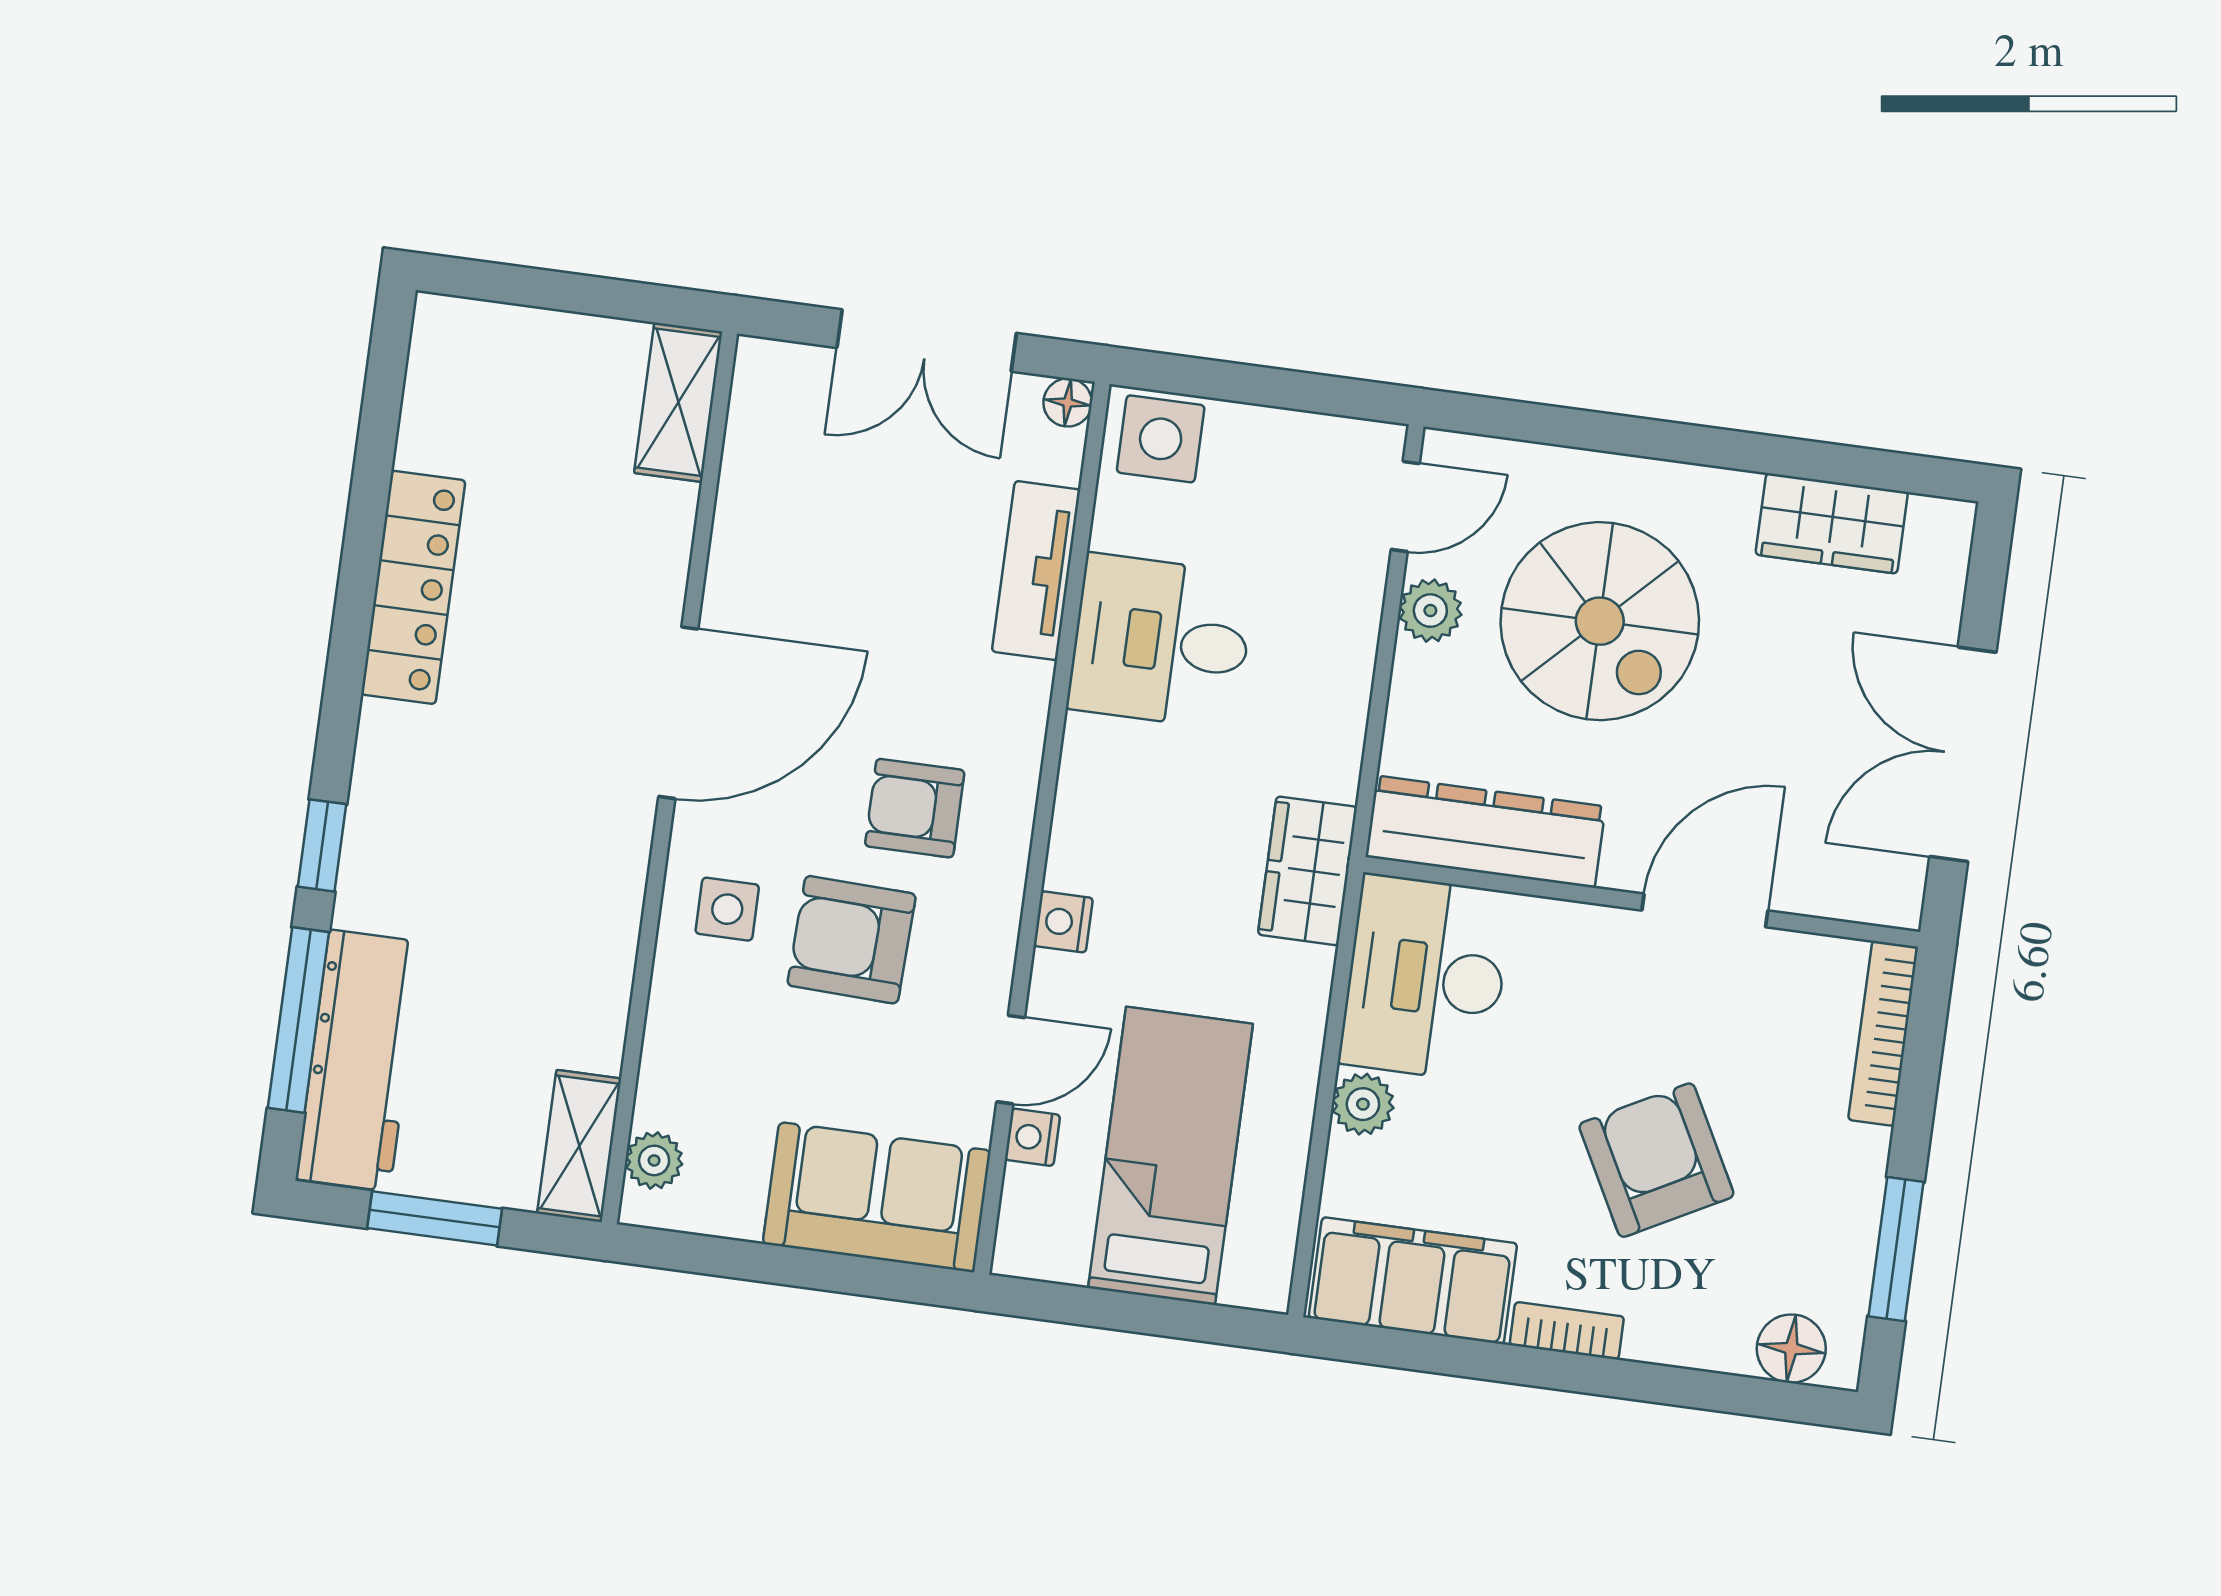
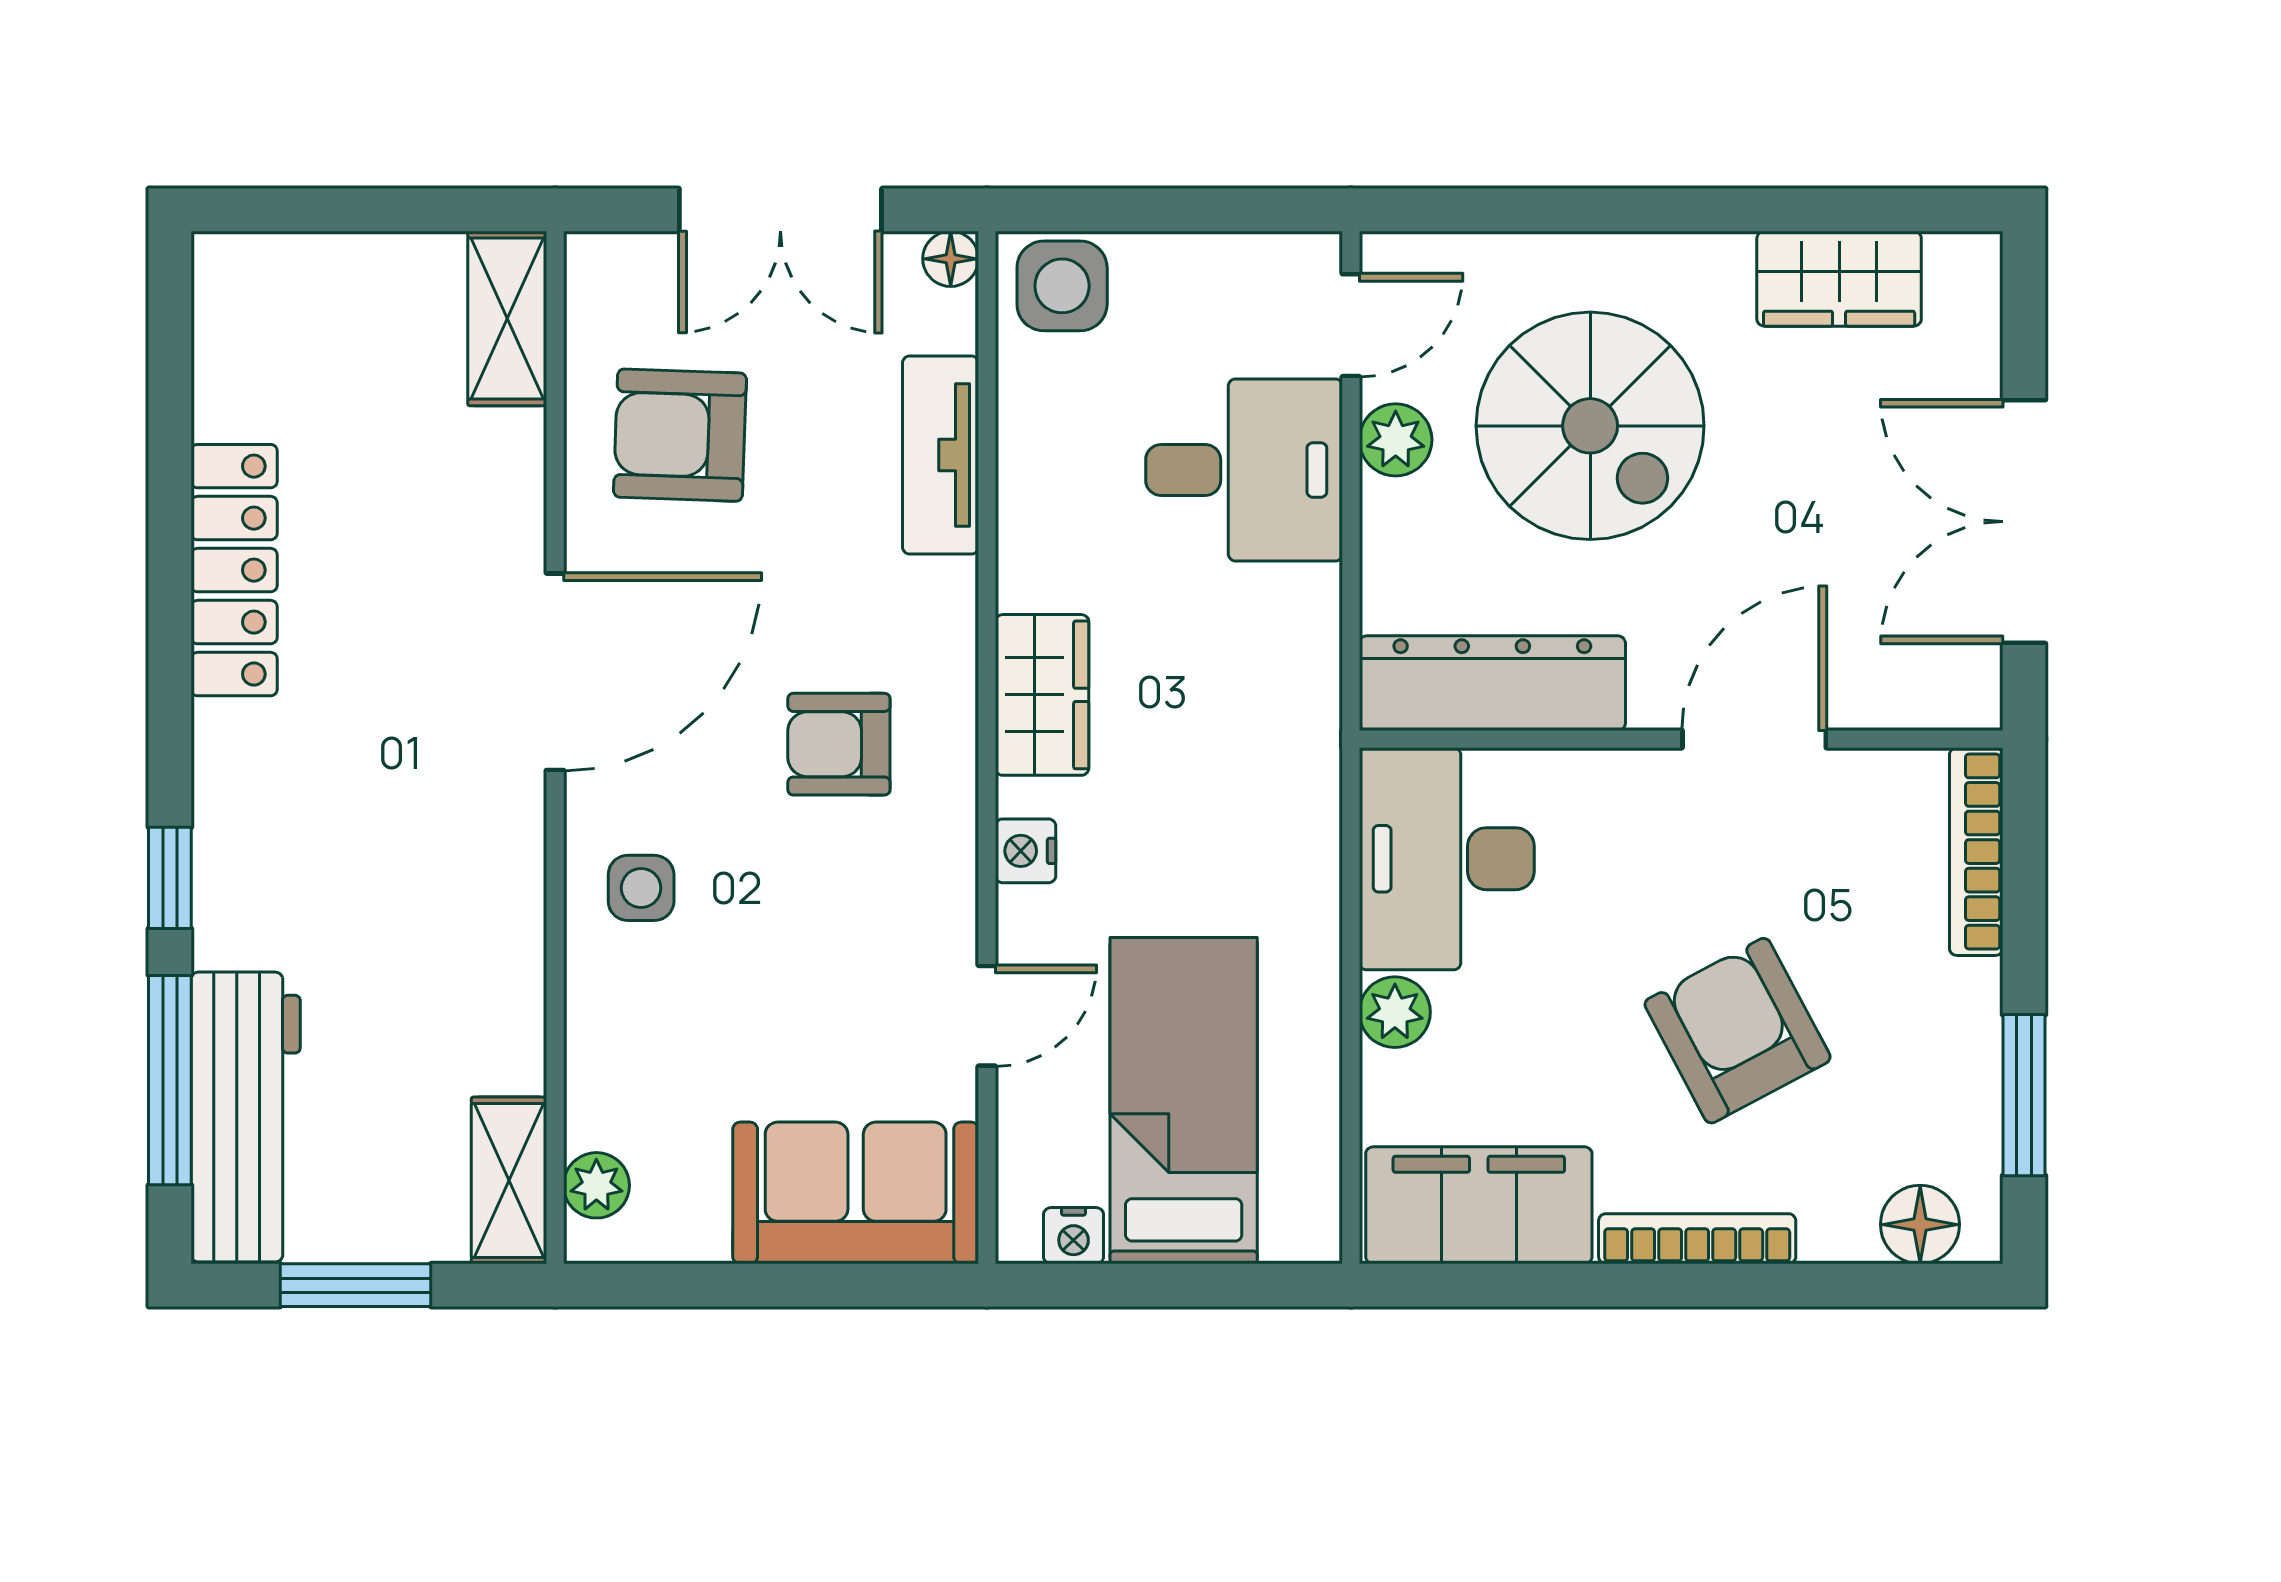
desk: (1161, 641) -> (1244, 470), moved, turned 180
wardrobe: (1308, 871) -> (1042, 695), moved, turned 180
armchair: (852, 940) -> (680, 435), moved
nightstand: (1032, 1137) -> (1074, 1236), moved, turned -90
bookcase: (1567, 1331) -> (1697, 1239), width x1.56

